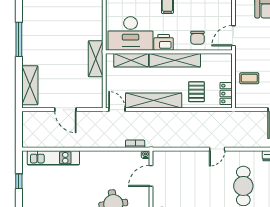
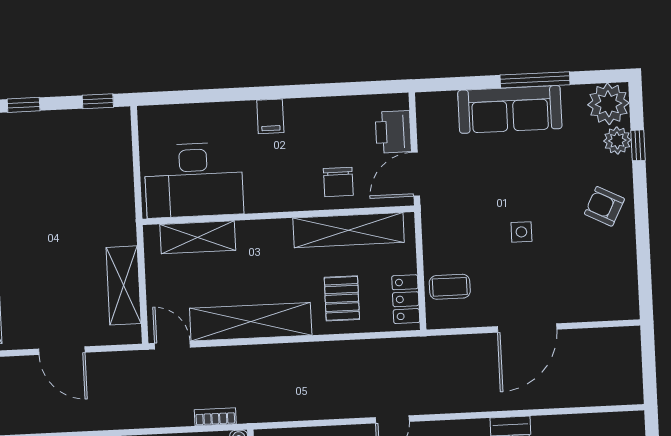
printer: (164, 42) -> (393, 132), moved, turned -90
shelving: (96, 59) -> (124, 285), moved
shelving: (175, 60) -> (349, 230), moved
coffee table: (249, 78) -> (450, 287), moved

